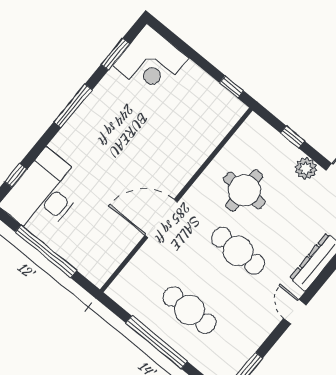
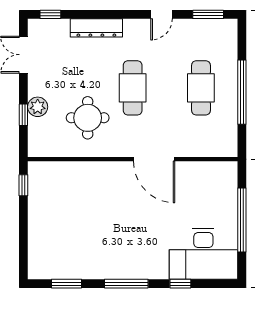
corner desk: (151, 62) -> (52, 255), removed
plant: (306, 168) -> (38, 107), moved
window: (16, 175) -> (180, 284), moved
door: (295, 312) -> (161, 14), moved

